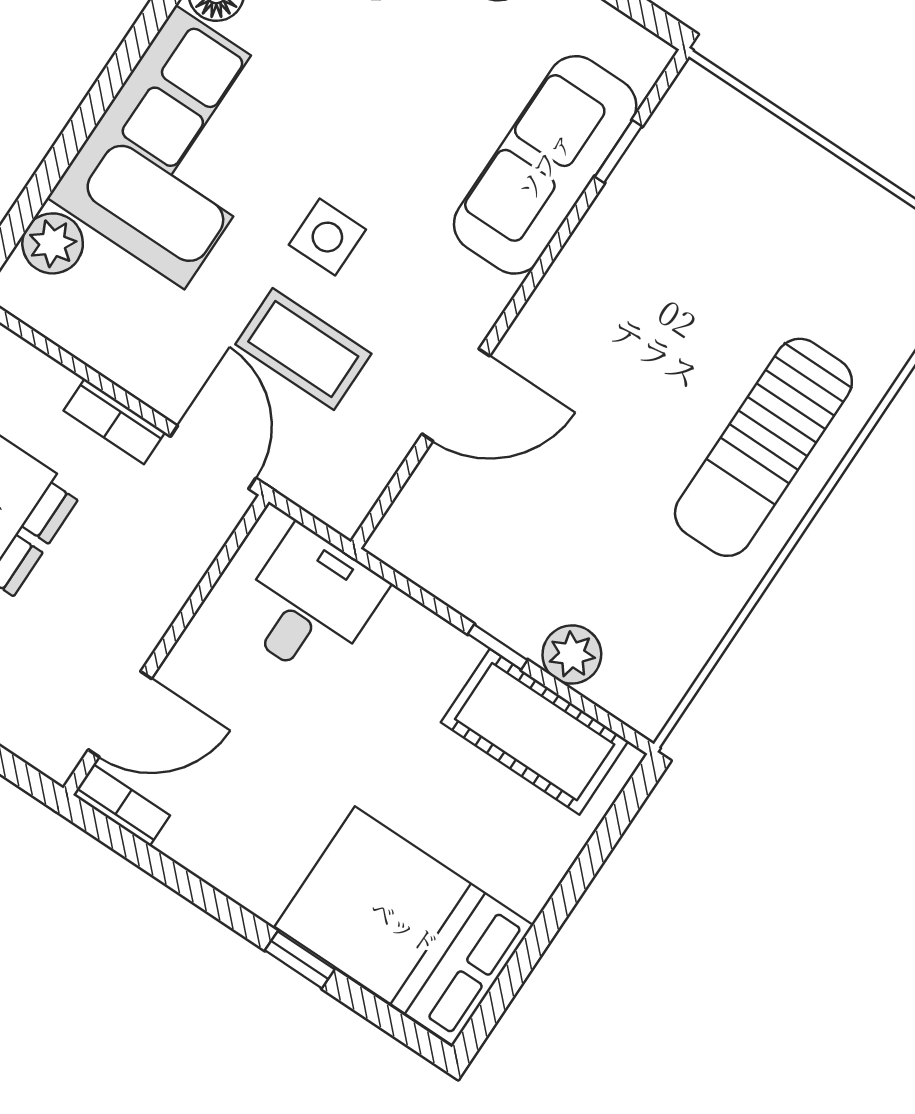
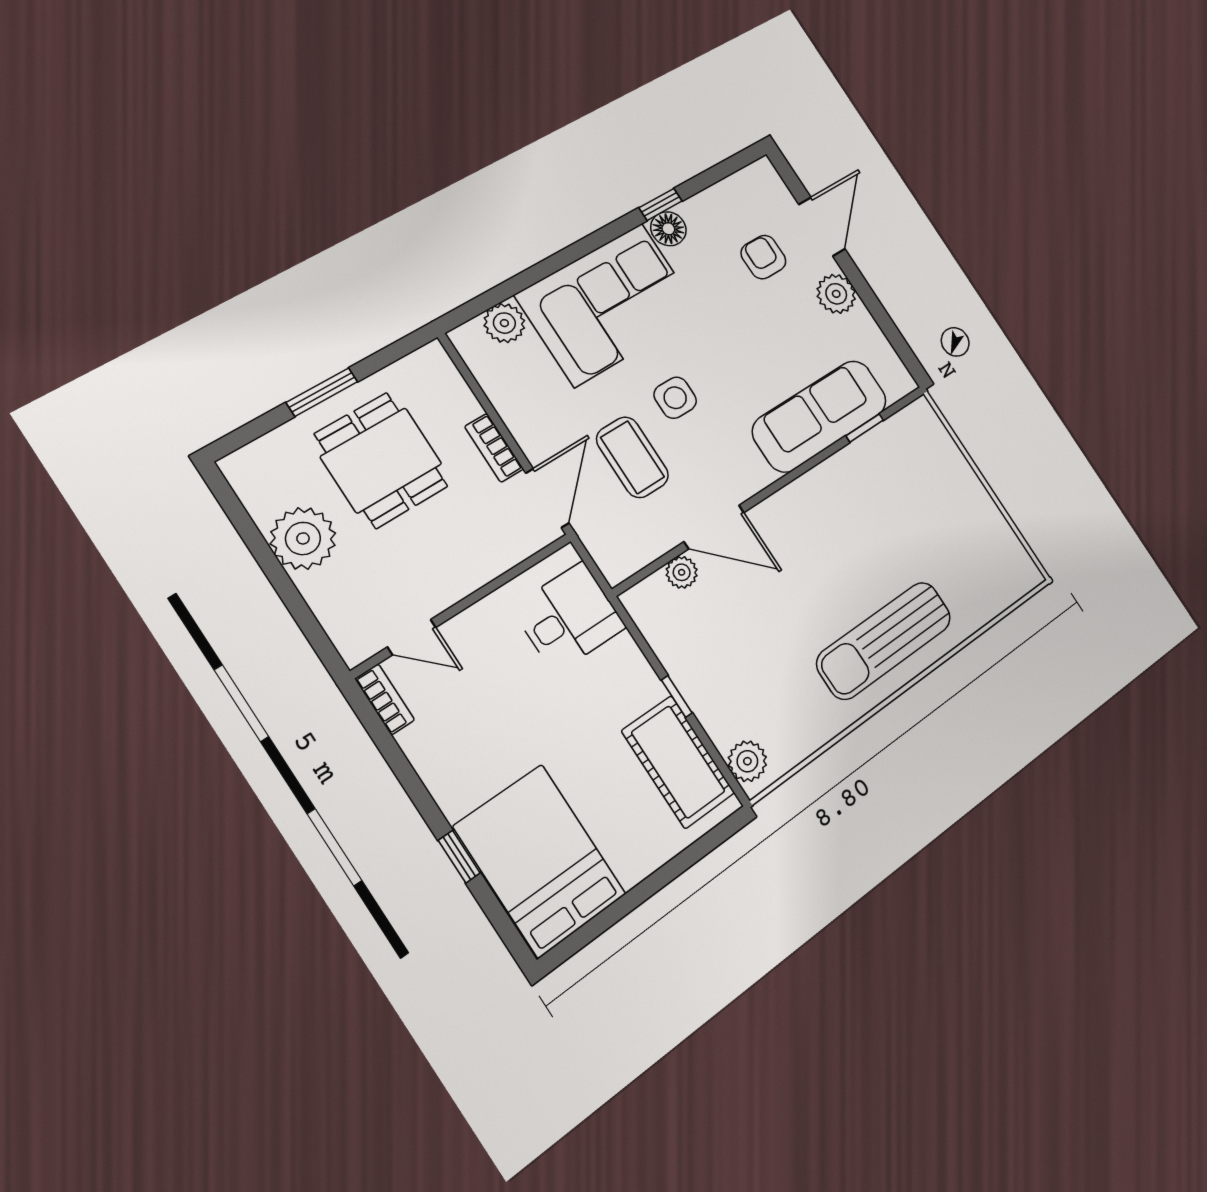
plant: (436, 477) -> (682, 572), added
plant: (572, 655) -> (747, 761), moved
door: (120, 714) -> (412, 637), width x0.73

